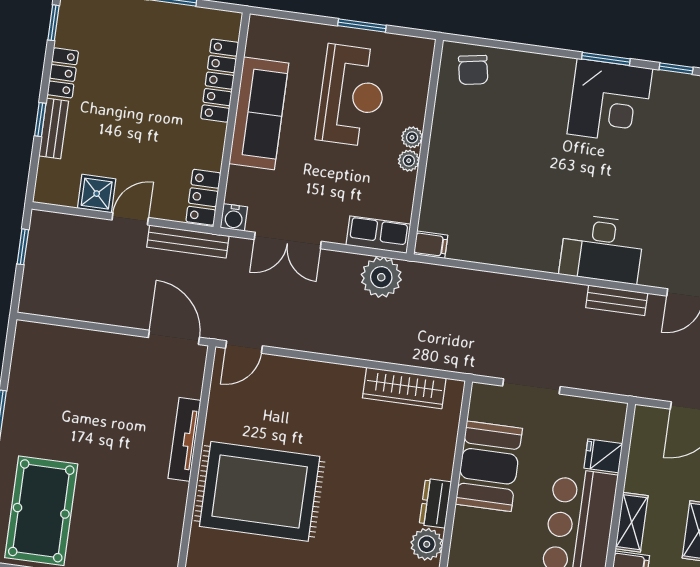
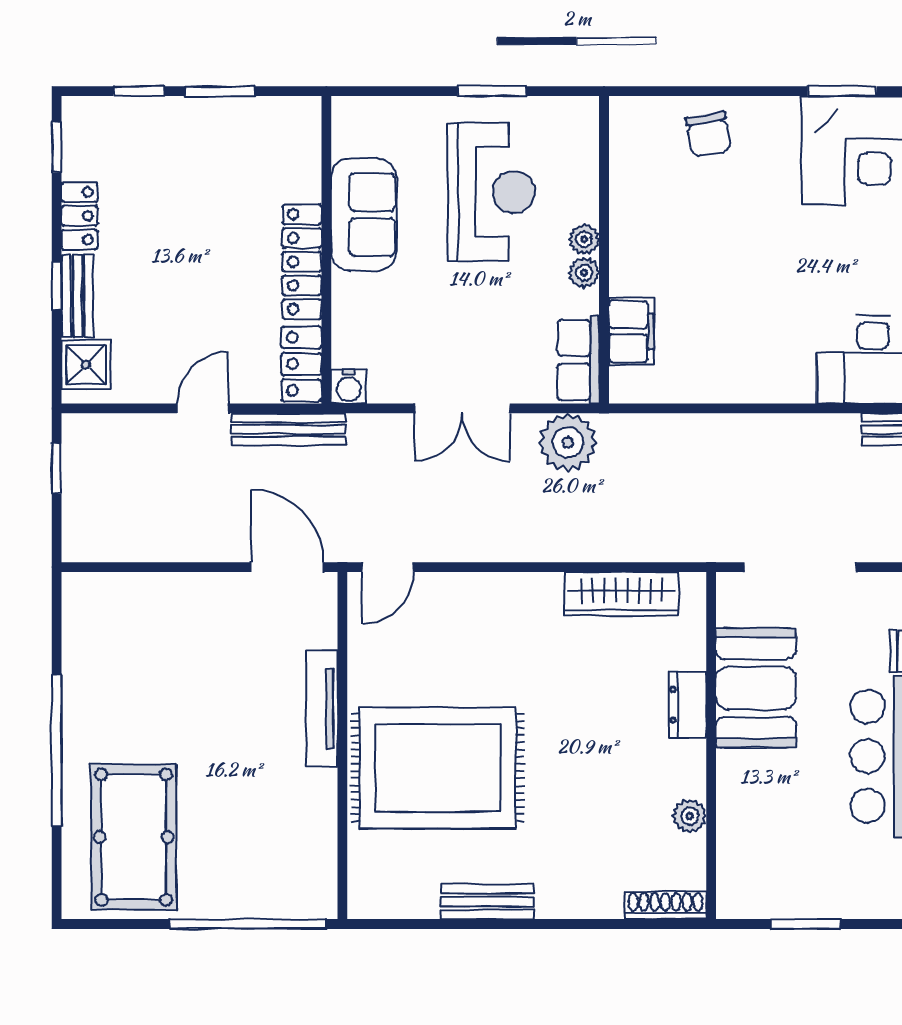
chair: (473, 70) -> (708, 134), moved
locker: (220, 81) -> (302, 262), moved
sofa: (259, 113) -> (364, 215), width x0.73
shower: (97, 194) -> (86, 365), moved
row of seats: (378, 235) -> (578, 360), moved, turned -90
double door: (288, 240) -> (462, 408), moved
filing cabinet: (431, 245) -> (631, 331), moved, width x2.00
doorway: (531, 386) -> (800, 567), width x1.36
dresser: (435, 503) -> (688, 705), moved
plant: (427, 544) -> (690, 816), width x0.73, depth x0.73

